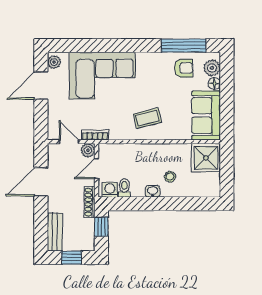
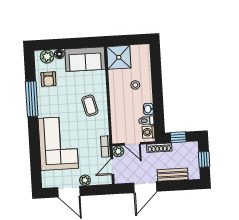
window: (184, 46) -> (32, 99), moved
plant: (54, 62) -> (85, 180), moved
armchair: (184, 68) -> (48, 79), turned 180
door: (41, 182) -> (145, 187), hinge flipped
washbasin: (153, 191) -> (148, 109), moved
bench: (55, 232) -> (173, 175), moved

